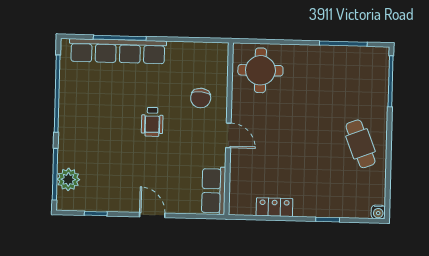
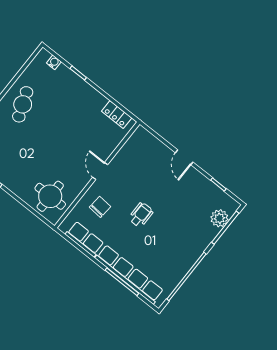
row of seats: (214, 191) -> (85, 239), moved, turned -90
locker: (274, 207) -> (117, 115), moved
water cooler: (378, 212) -> (54, 62), moved

